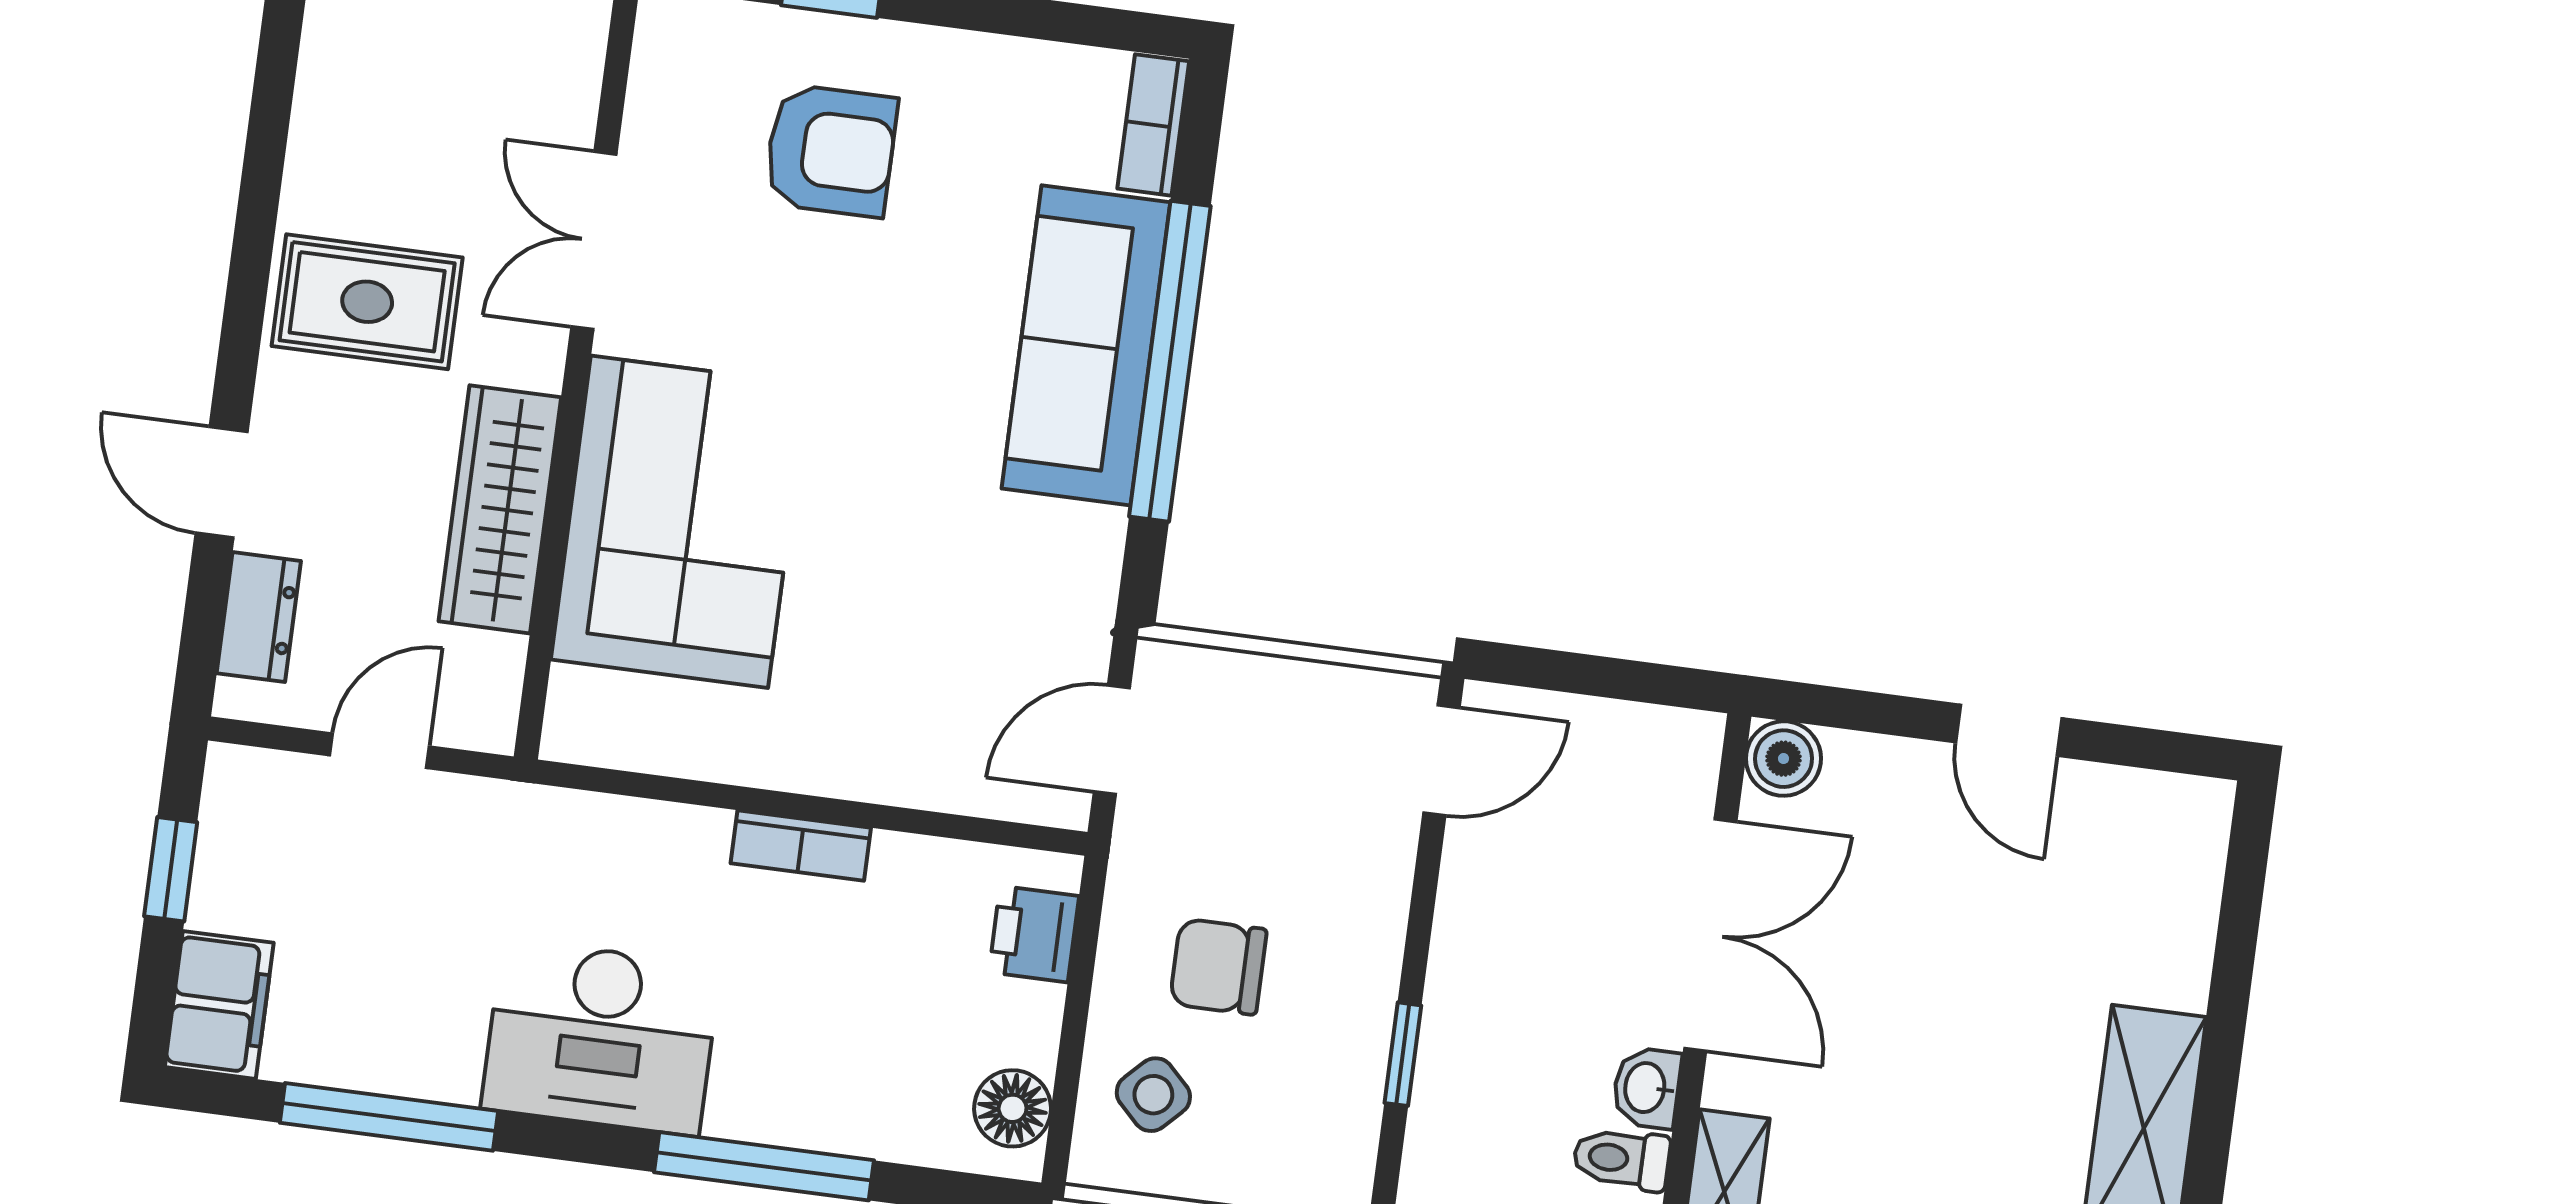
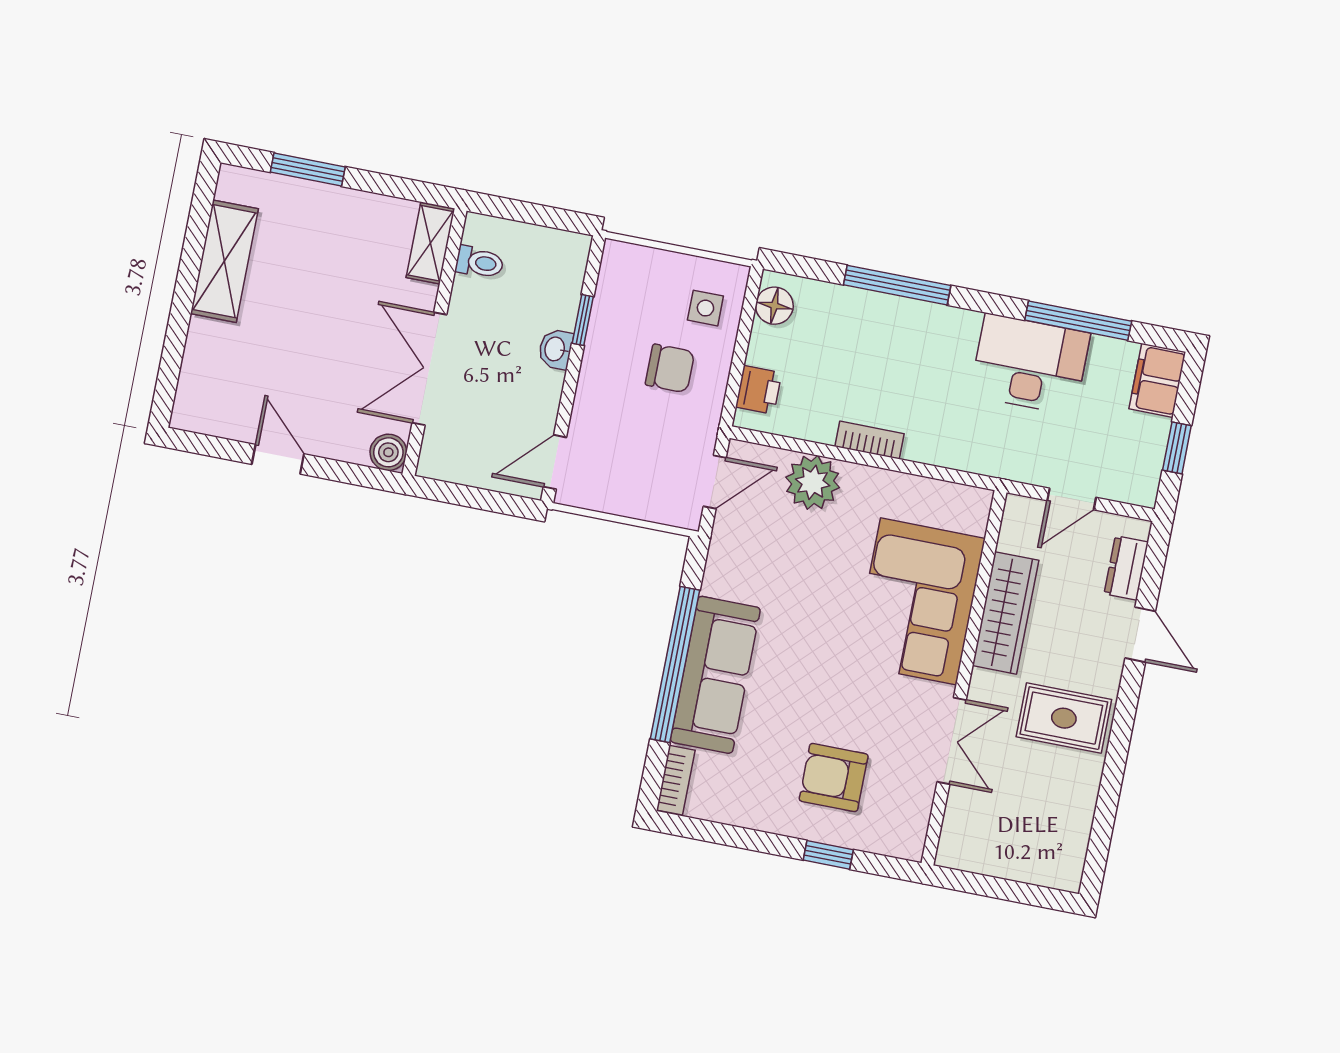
plant: (912, 752) -> (813, 482), added
desk: (601, 1037) -> (1030, 364), moved
washbasin: (1647, 1088) -> (556, 349), moved, turned 180
side table: (1153, 1095) -> (705, 308), turned 45

